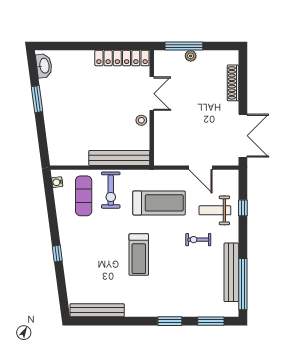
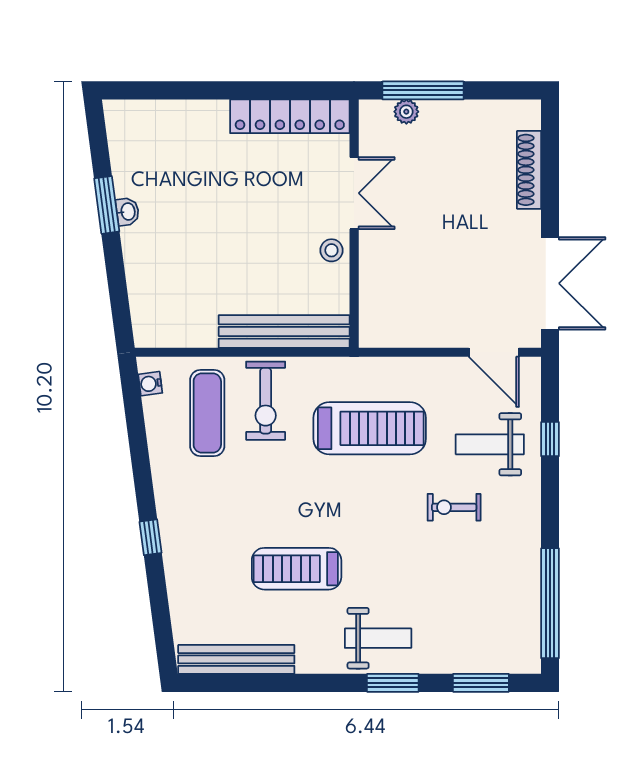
plant: (191, 56) -> (406, 112), moved
washbasin: (44, 66) -> (127, 212), moved, width x0.52, depth x0.69
door: (200, 168) -> (494, 352), moved
treadmill: (139, 255) -> (297, 569), moved, turned 90
bench: (231, 272) -> (525, 578), removed
weight bench: (163, 300) -> (378, 638), added

